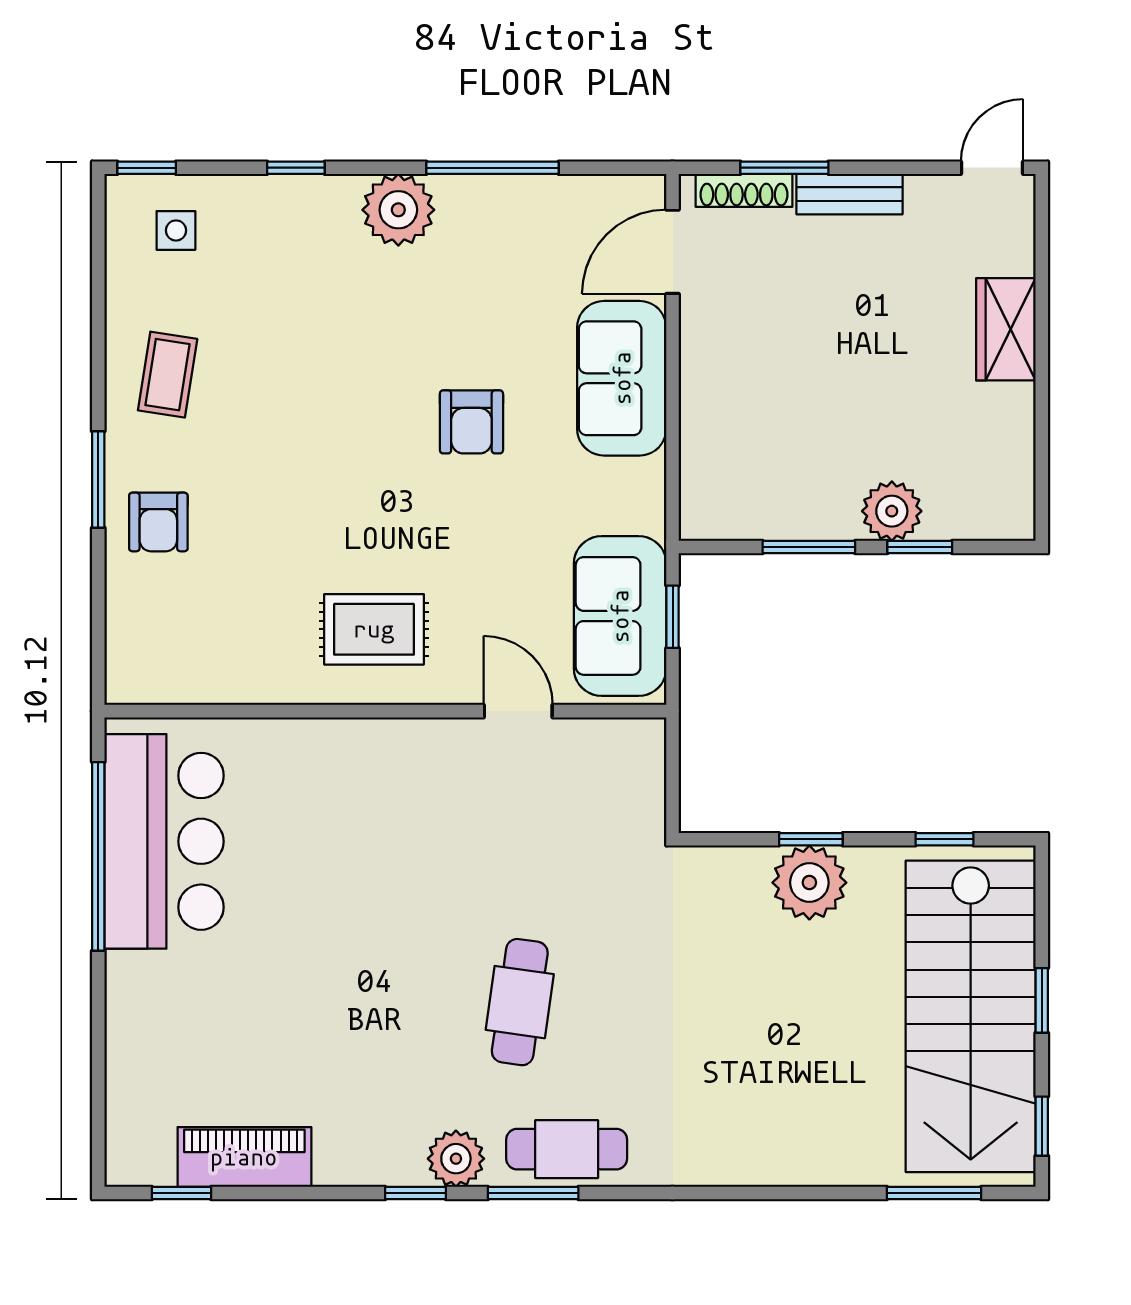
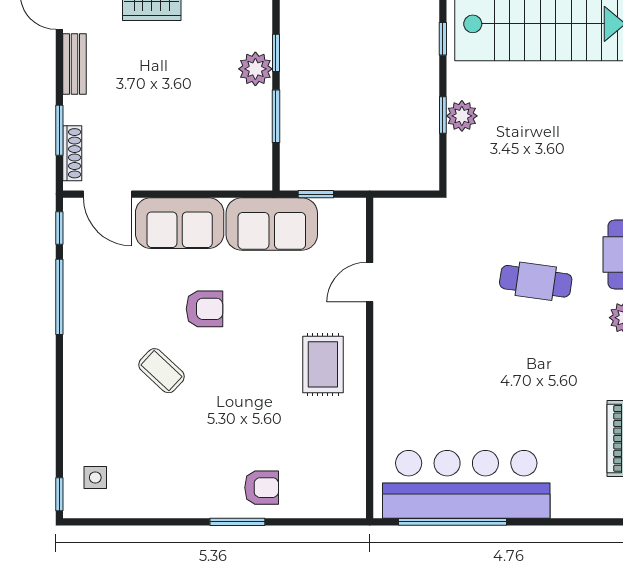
window: (296, 168) -> (59, 228), moved
bench: (850, 194) -> (74, 64), moved
plant: (398, 210) -> (83, 351), removed
coffee table: (168, 375) -> (162, 371), moved, turned 34
sofa: (620, 616) -> (272, 224), moved
bar counter: (164, 841) -> (466, 484), width x1.36
plant: (809, 883) -> (462, 116), width x0.73, depth x0.73

